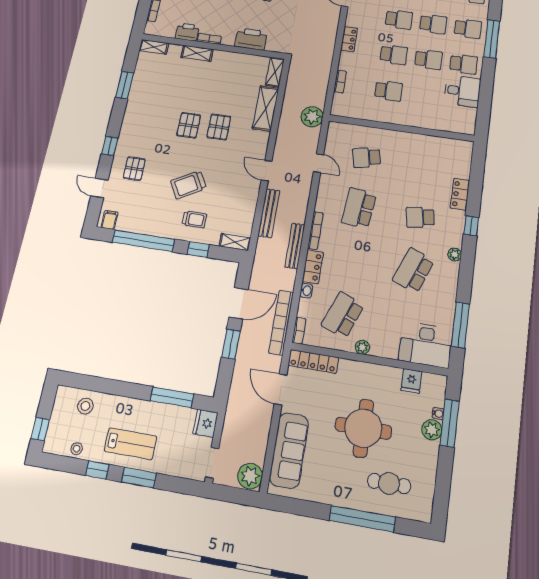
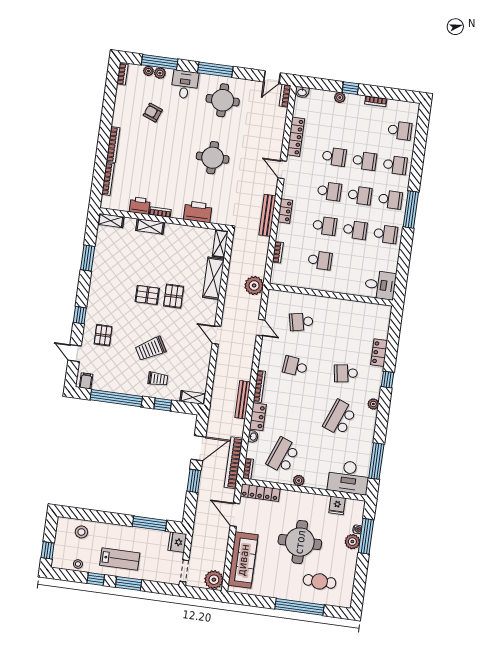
desk: (462, 91) -> (380, 285), moved
pallet: (189, 125) -> (147, 295), turned 90
school desk: (359, 208) -> (295, 366), width x0.54
bench: (269, 213) -> (267, 215), moved

